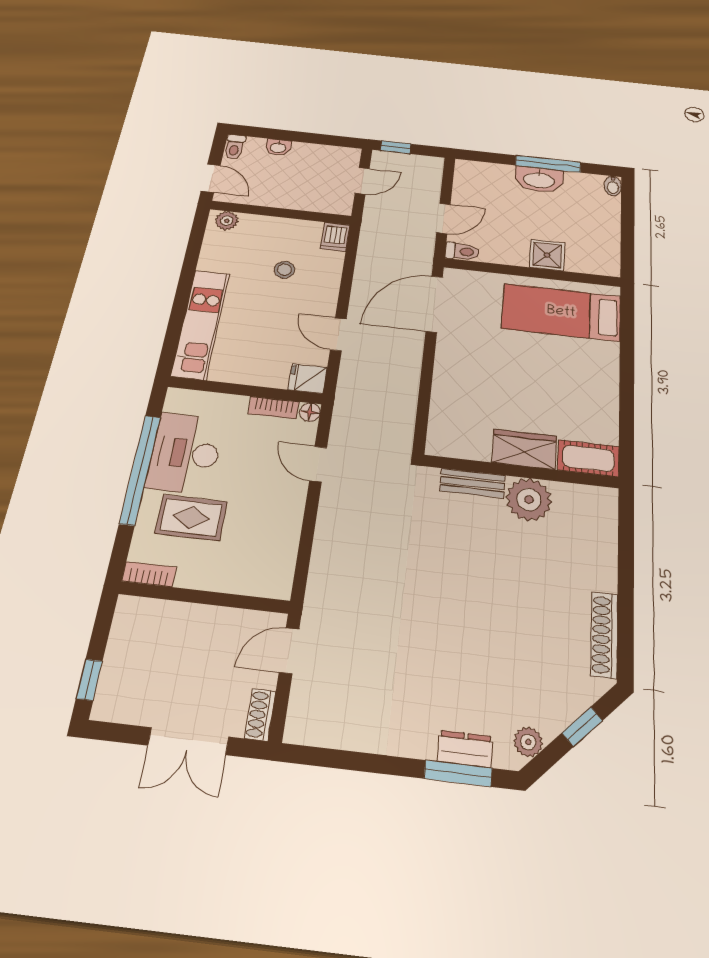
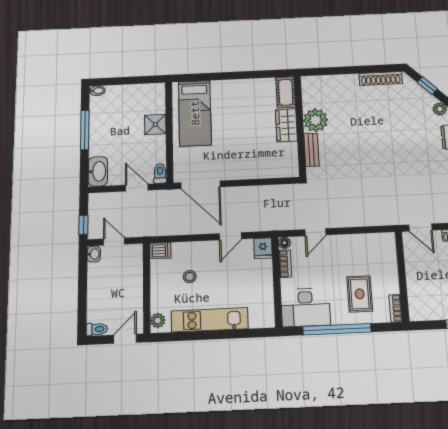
washbasin: (278, 147) -> (94, 254), moved
washbasin: (539, 180) -> (98, 171), moved
kitchen unit: (200, 324) -> (210, 320), moved
desk: (185, 453) -> (306, 307), moved

